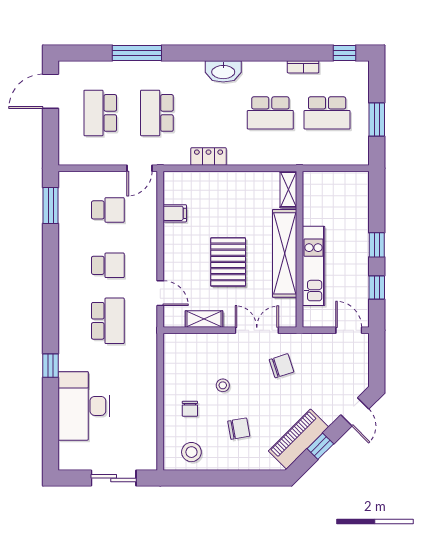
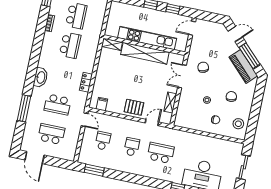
washbasin: (223, 71) -> (41, 77), moved
school desk: (100, 113) -> (51, 134), turned 180
filing cabinet: (175, 213) -> (102, 104), moved
pallet: (228, 262) -> (134, 107), moved, width x0.67, depth x0.71
kitchen unit: (314, 266) -> (147, 38), width x1.36
window: (320, 446) -> (249, 56), width x2.17

